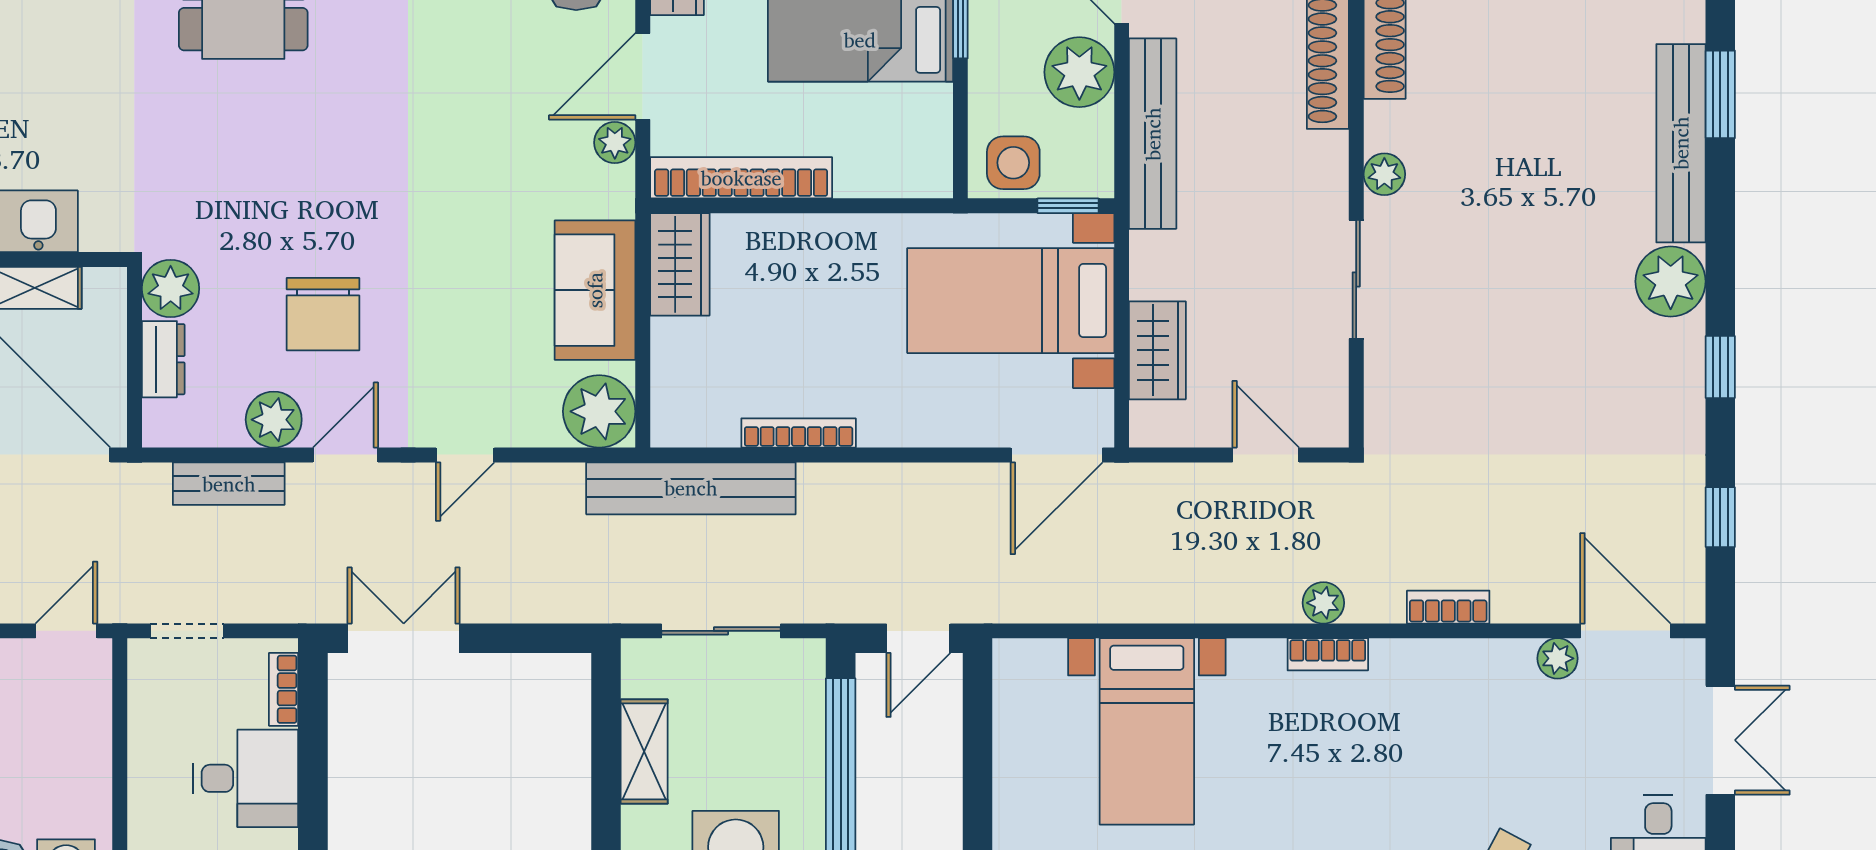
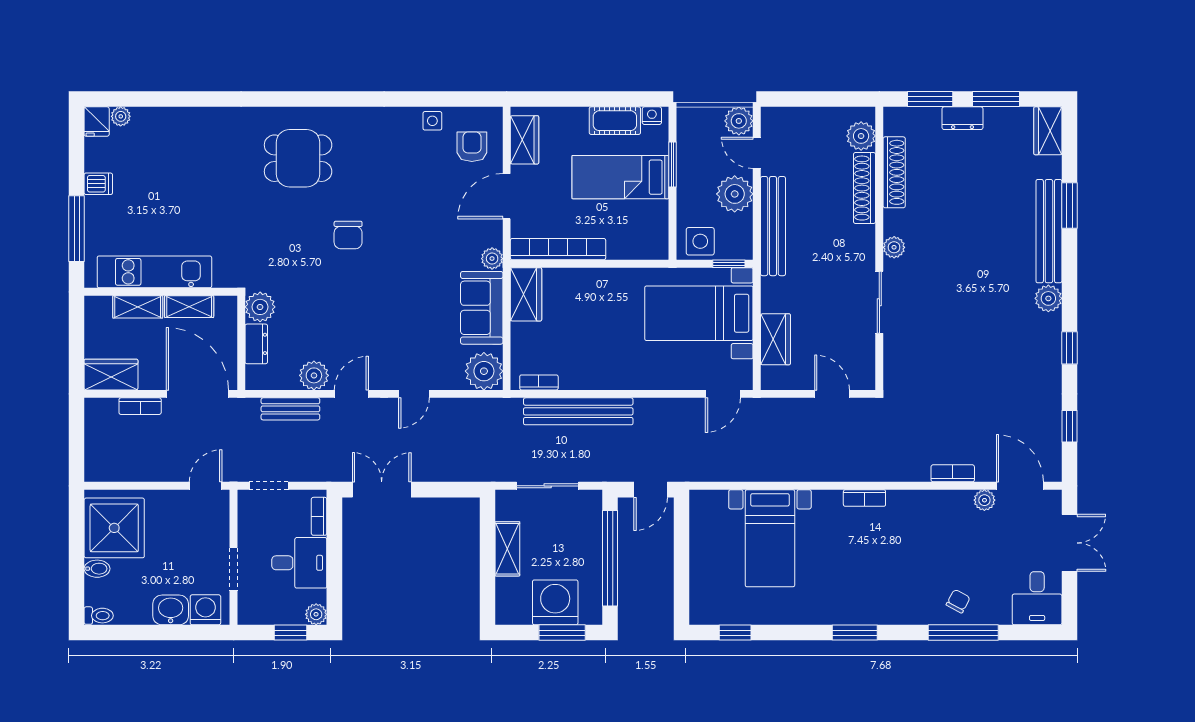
plant: (615, 143) -> (492, 259), moved
plant: (1671, 281) -> (1048, 298), width x0.73, depth x0.73
chair: (323, 314) -> (348, 235), moved, width x0.73, depth x0.73
bookcase: (799, 433) -> (539, 382), moved, width x0.64
door: (1057, 455) -> (723, 394), width x0.73
bench: (691, 488) -> (578, 411), moved
plant: (1323, 603) -> (862, 471), removed
bookcase: (1448, 607) -> (953, 473), moved
doorway: (120, 791) -> (234, 569), added

